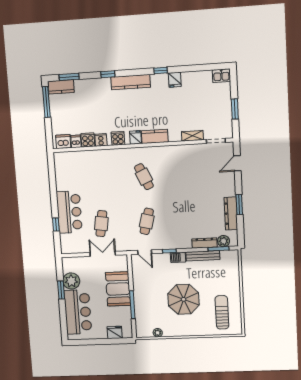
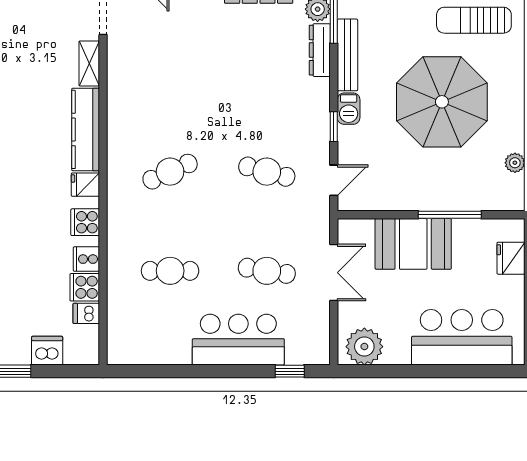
kitchen counter: (155, 136) -> (86, 129), width x1.50
dishwasher: (63, 142) -> (47, 351), moved, turned 90
cafe table: (98, 179) -> (170, 271), added
window: (56, 225) -> (290, 371), moved
double door: (103, 254) -> (334, 273), swing flipped
plant: (71, 281) -> (364, 347), moved
window: (61, 290) -> (411, 371), removed
parasol: (184, 299) -> (442, 102), width x1.36, depth x1.36

